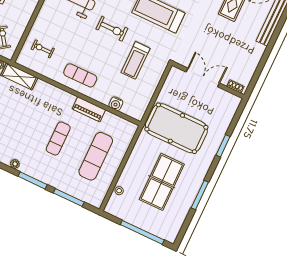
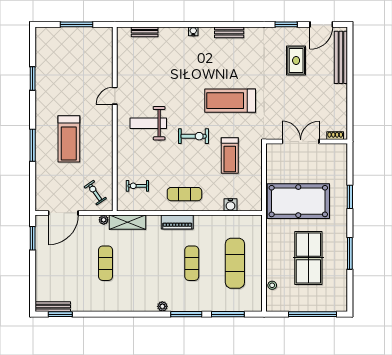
piano: (89, 109) -> (177, 222), moved

